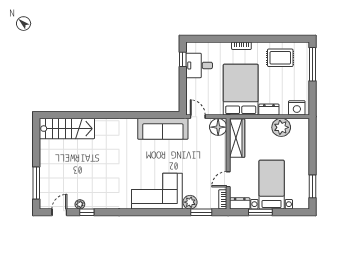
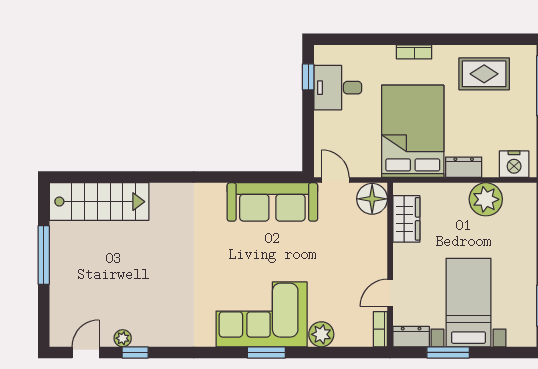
wardrobe: (237, 138) -> (406, 219), width x0.67
window: (36, 183) -> (44, 255), moved
window: (201, 212) -> (266, 352), moved

